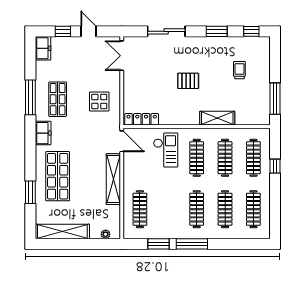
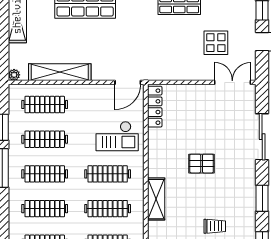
pallet: (188, 81) -> (202, 164), turned 90
display table: (99, 101) -> (216, 43), moved
shelving: (113, 179) -> (60, 72), moved
clothes rail: (168, 209) -> (45, 139), added
plant: (106, 234) -> (14, 75), moved

